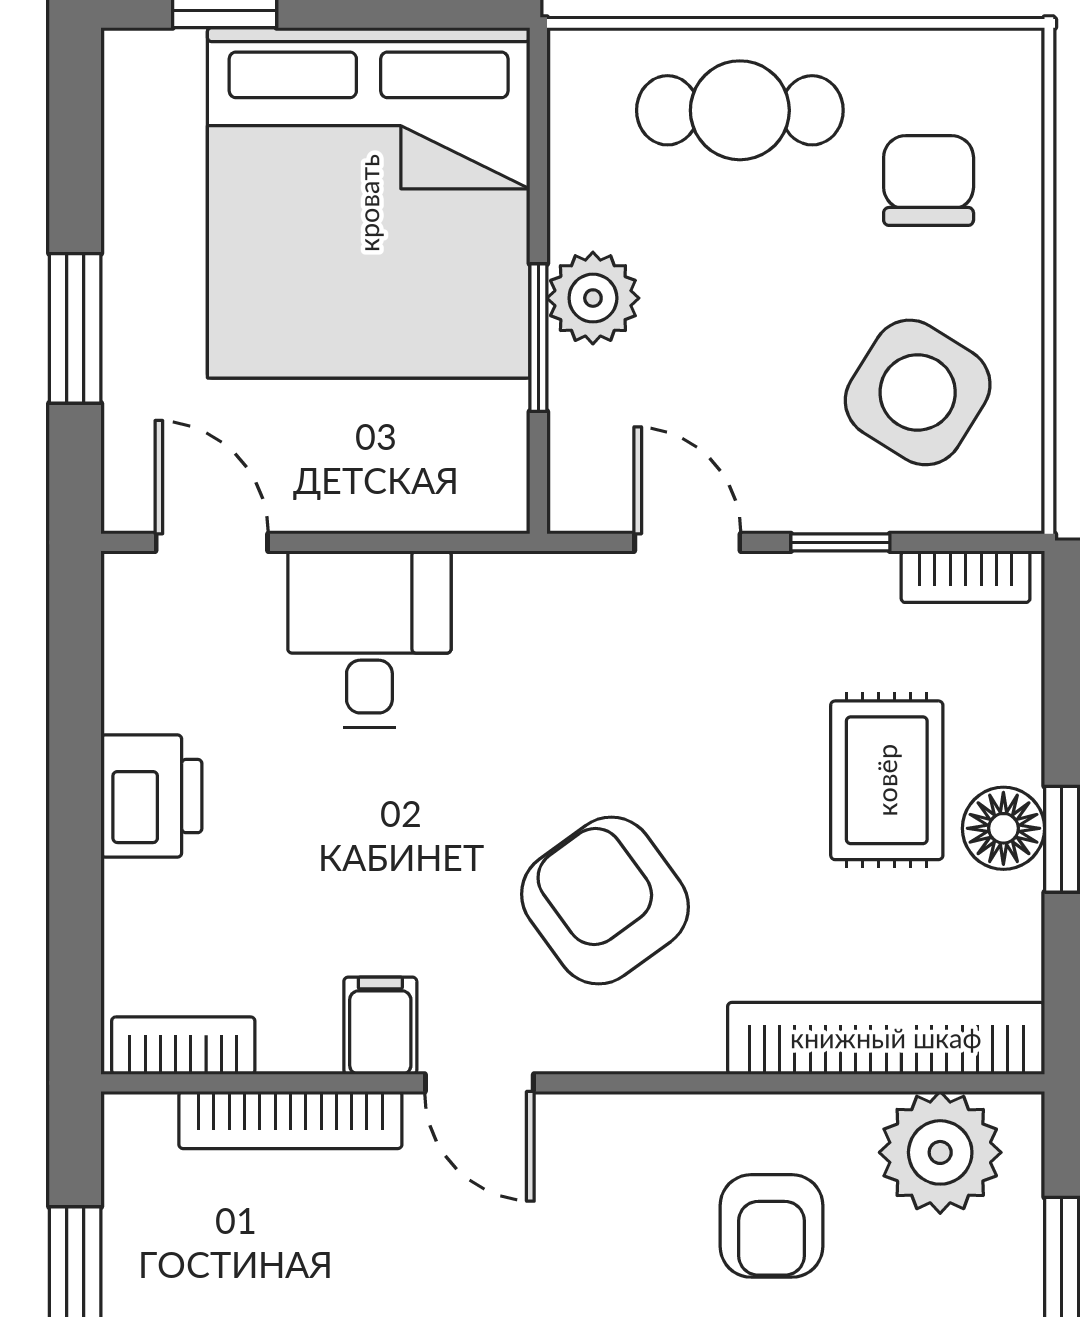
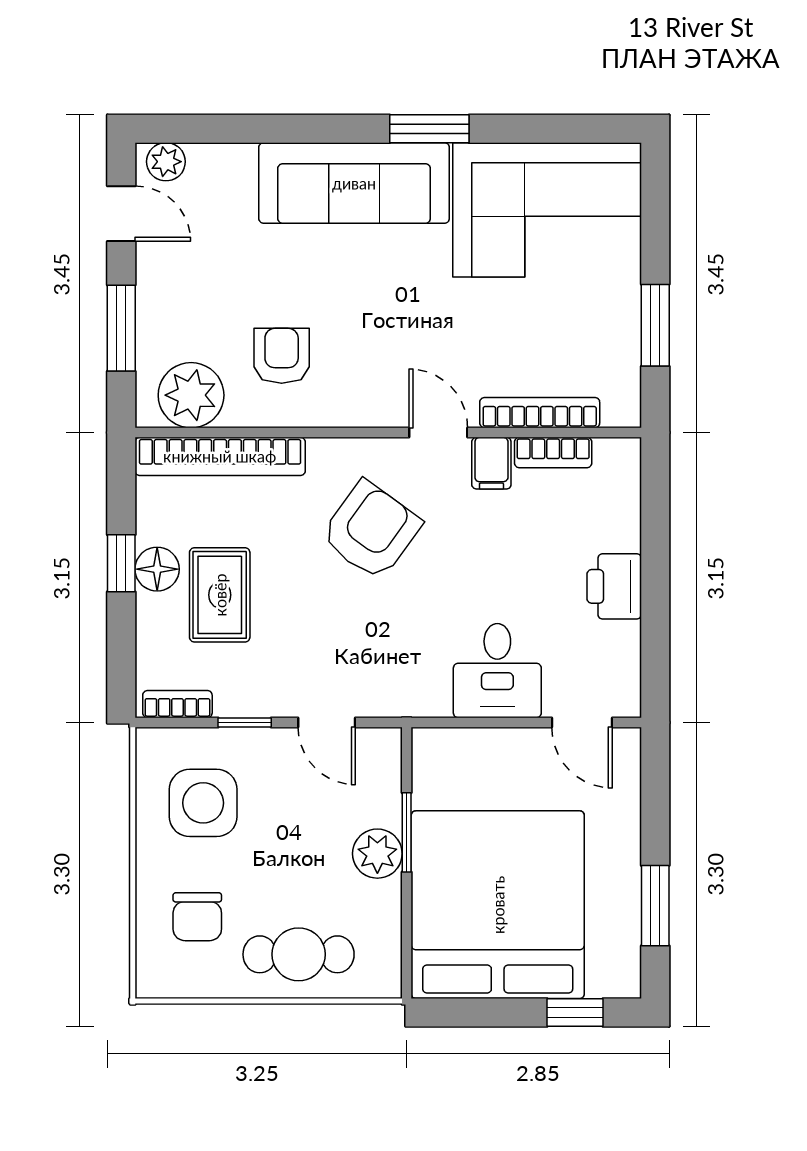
window: (75, 328) -> (655, 906), moved
side table: (918, 392) -> (203, 803), turned -32
armchair: (605, 900) -> (371, 530), turned -108
bookcase: (183, 1046) -> (553, 453), moved

